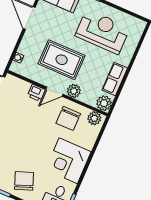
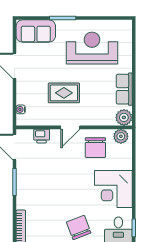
rug: (62, 60) -> (64, 93), width x0.73, depth x0.70
plant: (74, 91) -> (89, 118), removed
printer: (36, 93) -> (42, 136), moved

